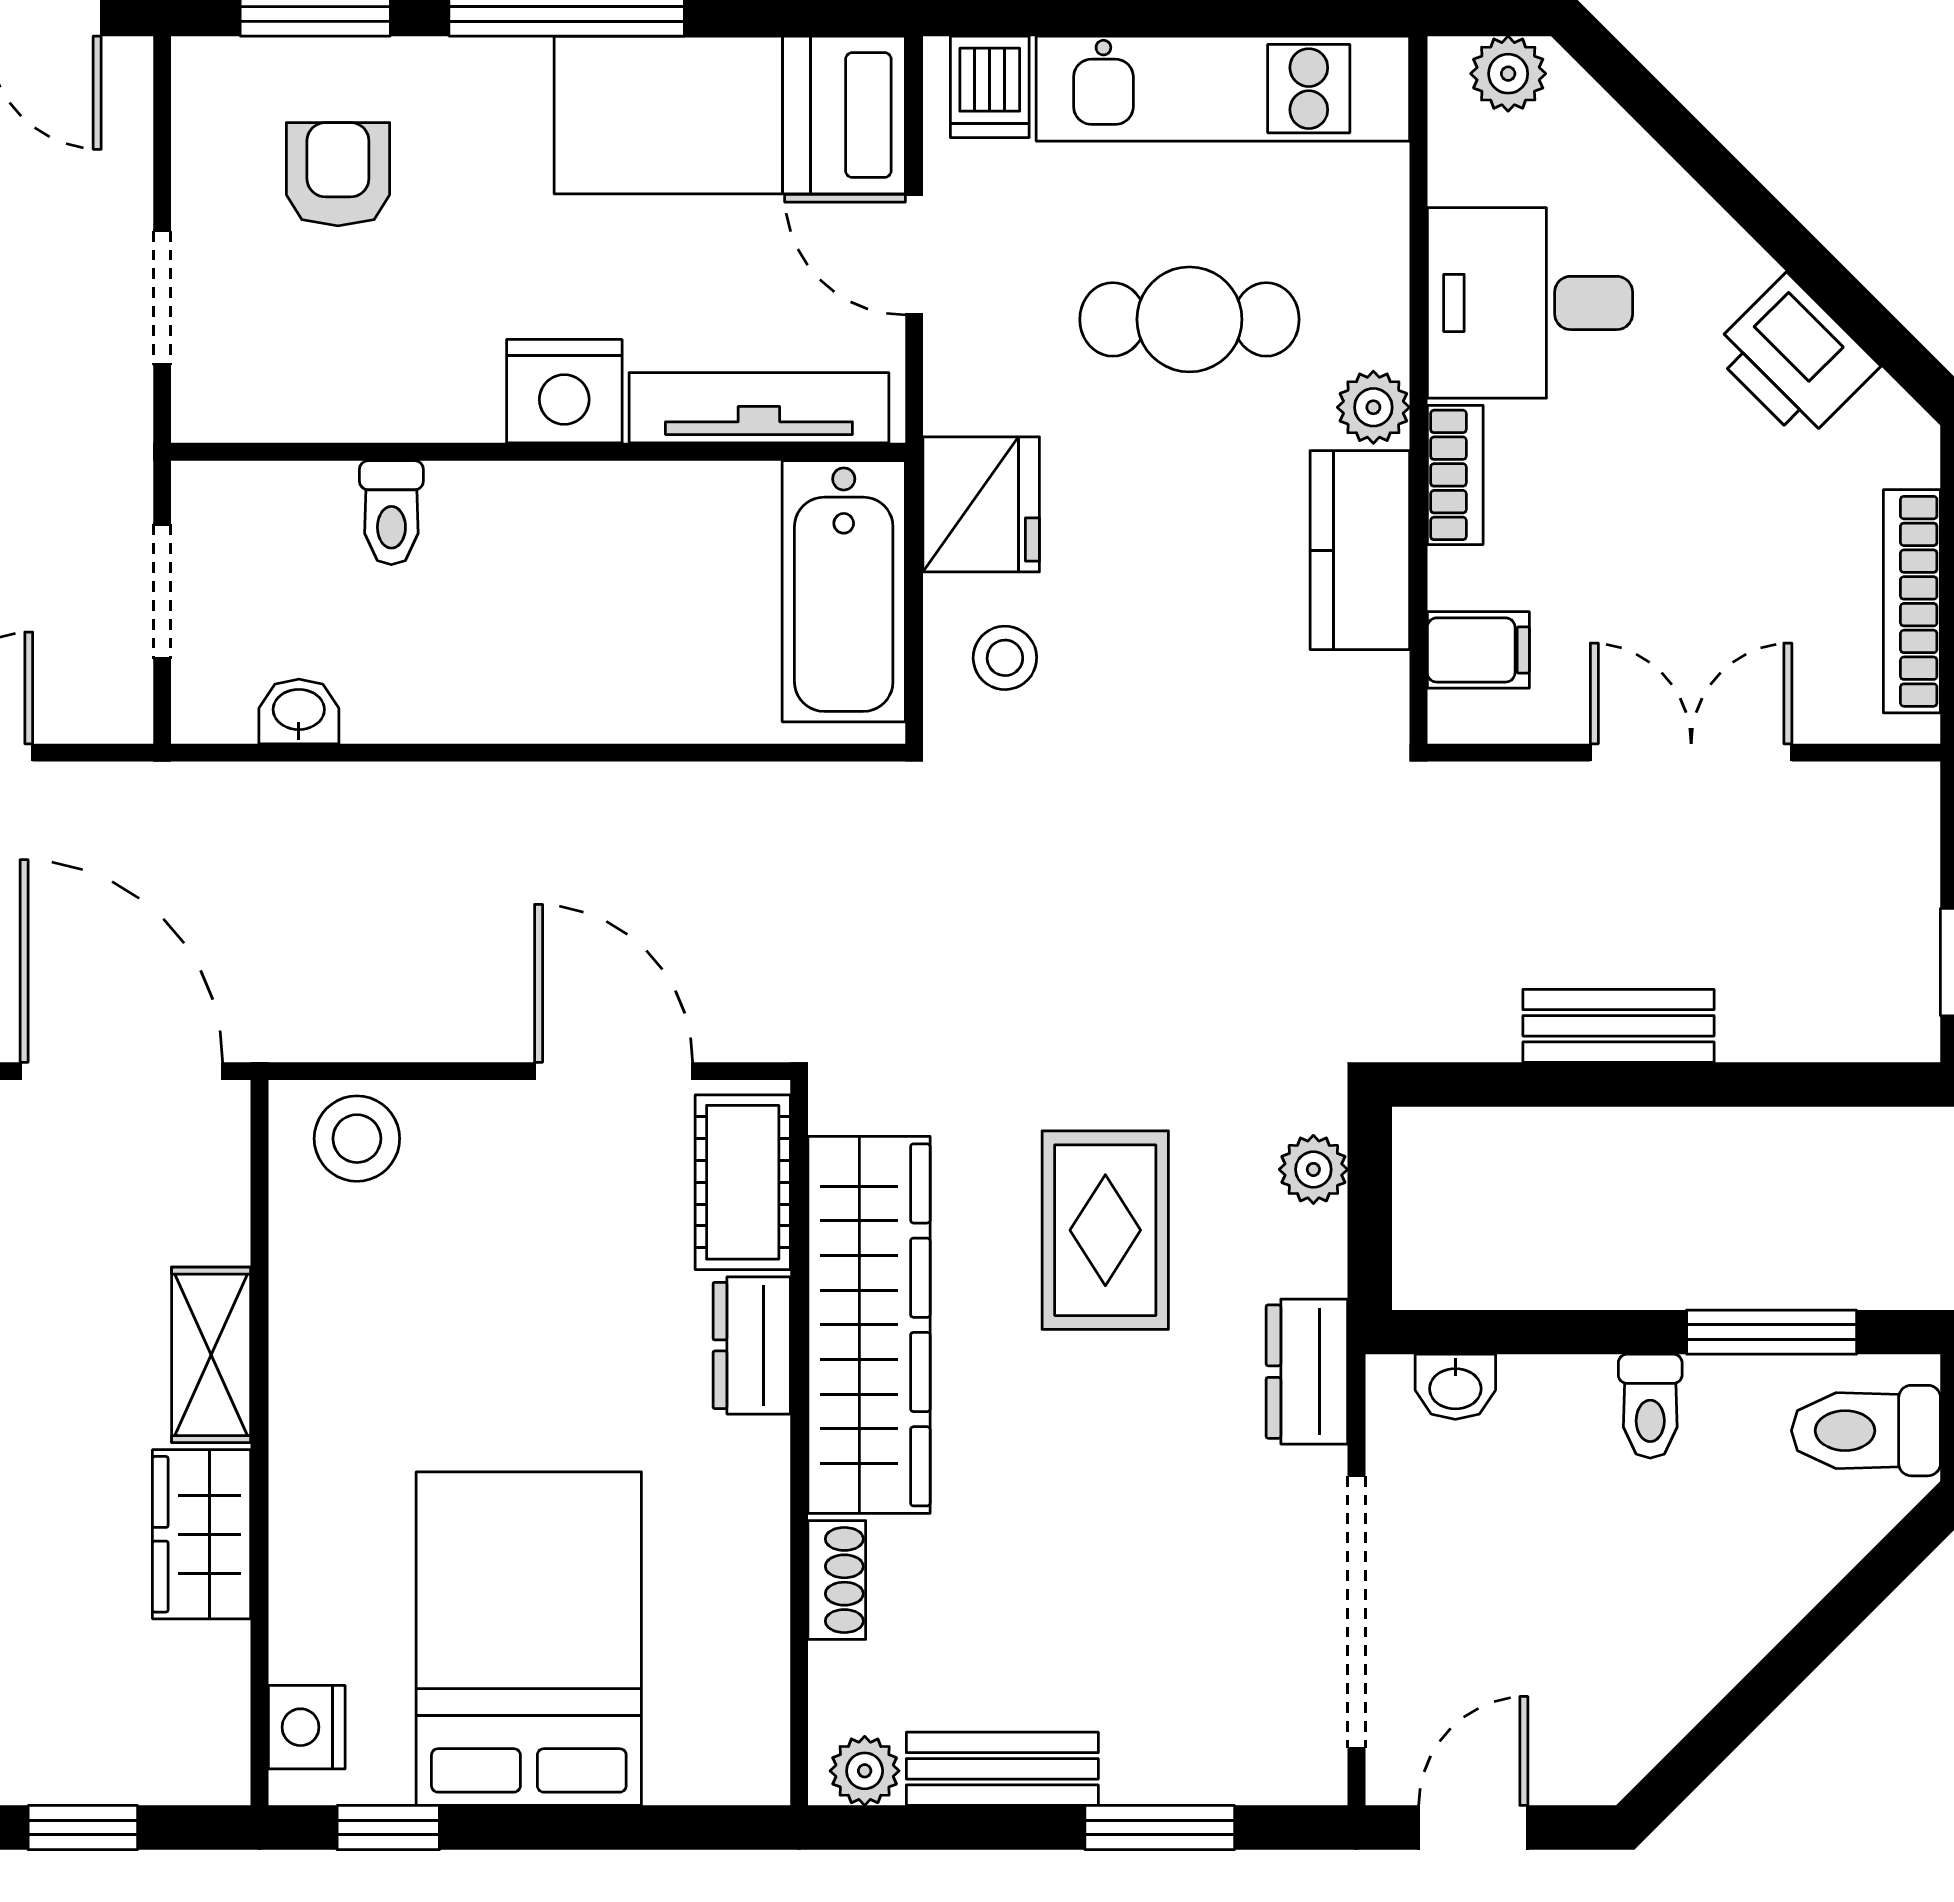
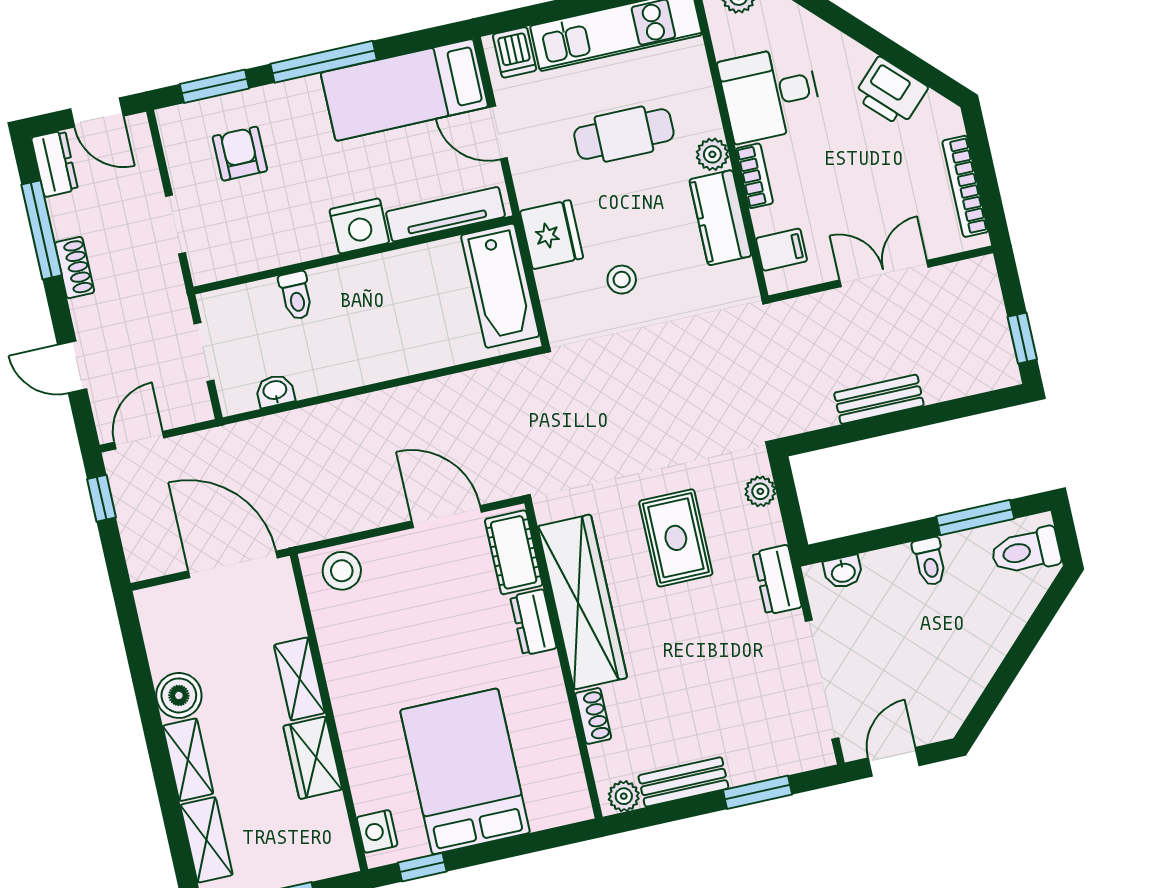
stool: (1005, 658) -> (622, 280), moved

